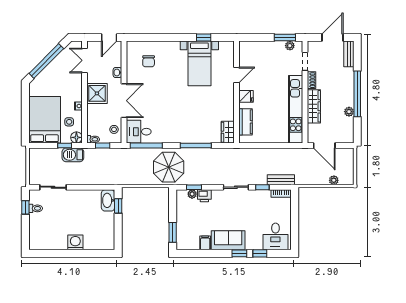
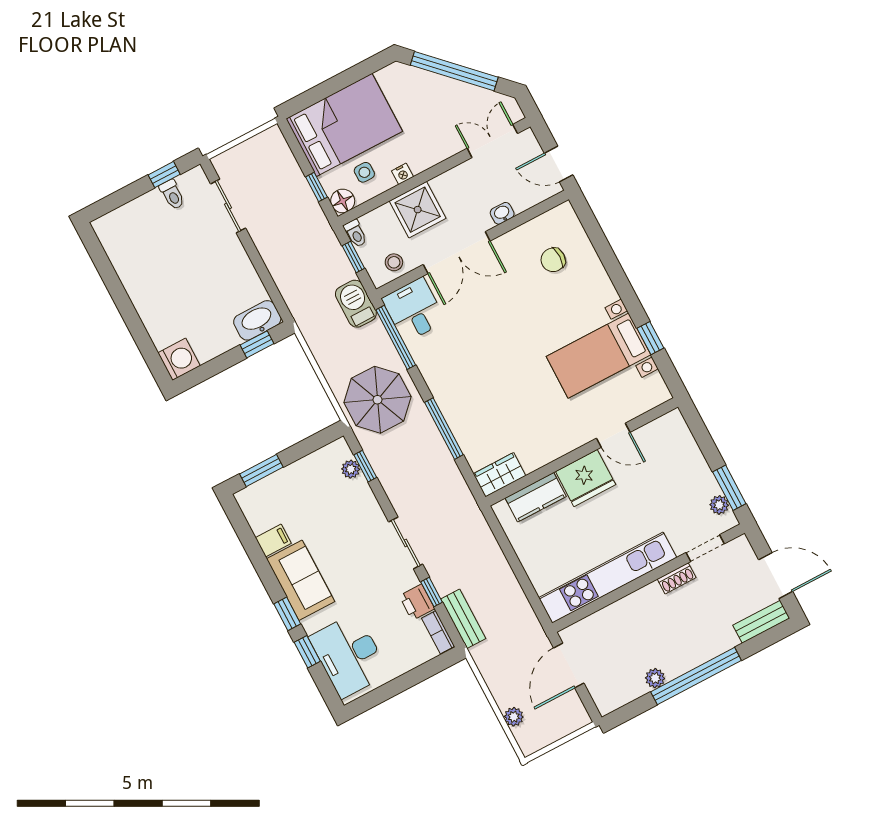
shower: (97, 93) -> (418, 210), moved
fridge: (246, 96) -> (586, 478), width x1.88, depth x1.34
wardrobe: (314, 106) -> (631, 608), removed
barbecue: (73, 155) -> (356, 304), moved
printer: (204, 196) -> (417, 602), moved
desk: (275, 236) -> (349, 655), width x1.37
washing machine: (75, 242) -> (179, 359), moved

